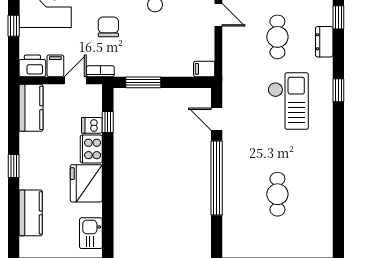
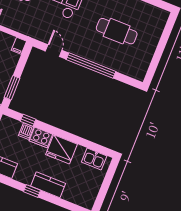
door: (217, 119) -> (54, 51), swing flipped
cafe table: (277, 194) -> (117, 31), width x1.37, depth x1.35
kitchen counter: (31, 213) -> (48, 185), moved

